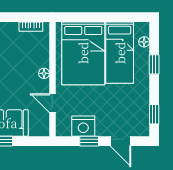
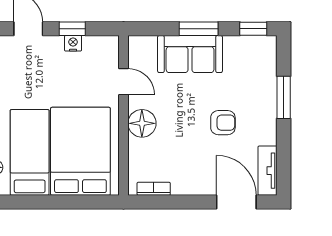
floor lamp: (44, 73) -> (142, 123), width x1.89, depth x1.89
nightstand: (83, 126) -> (73, 43), width x0.53, depth x0.56

